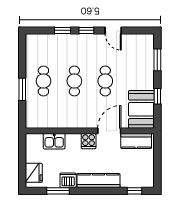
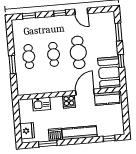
window: (63, 30) -> (29, 16), moved
cafe table: (105, 81) -> (78, 52), width x1.37, depth x1.35

